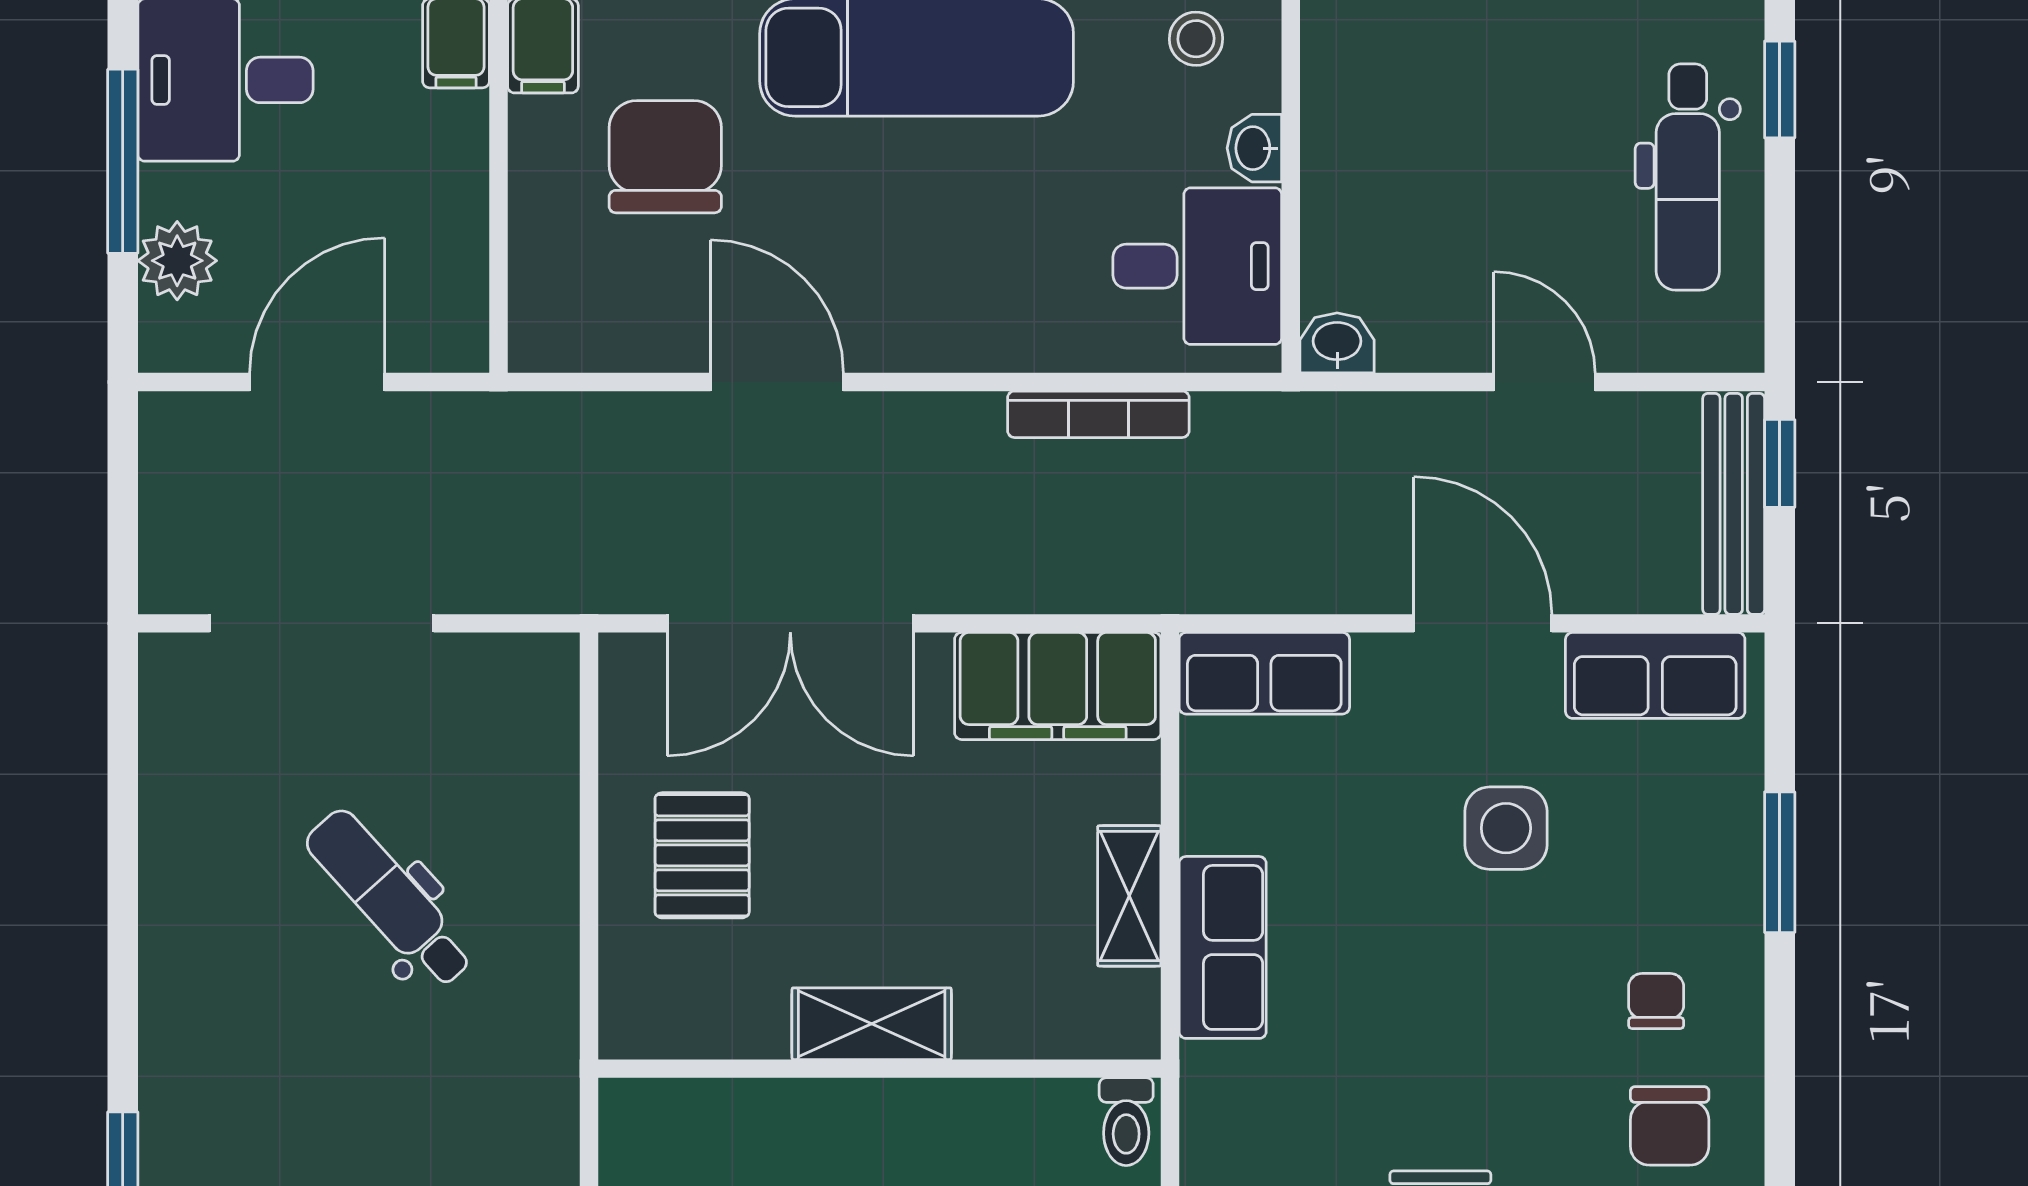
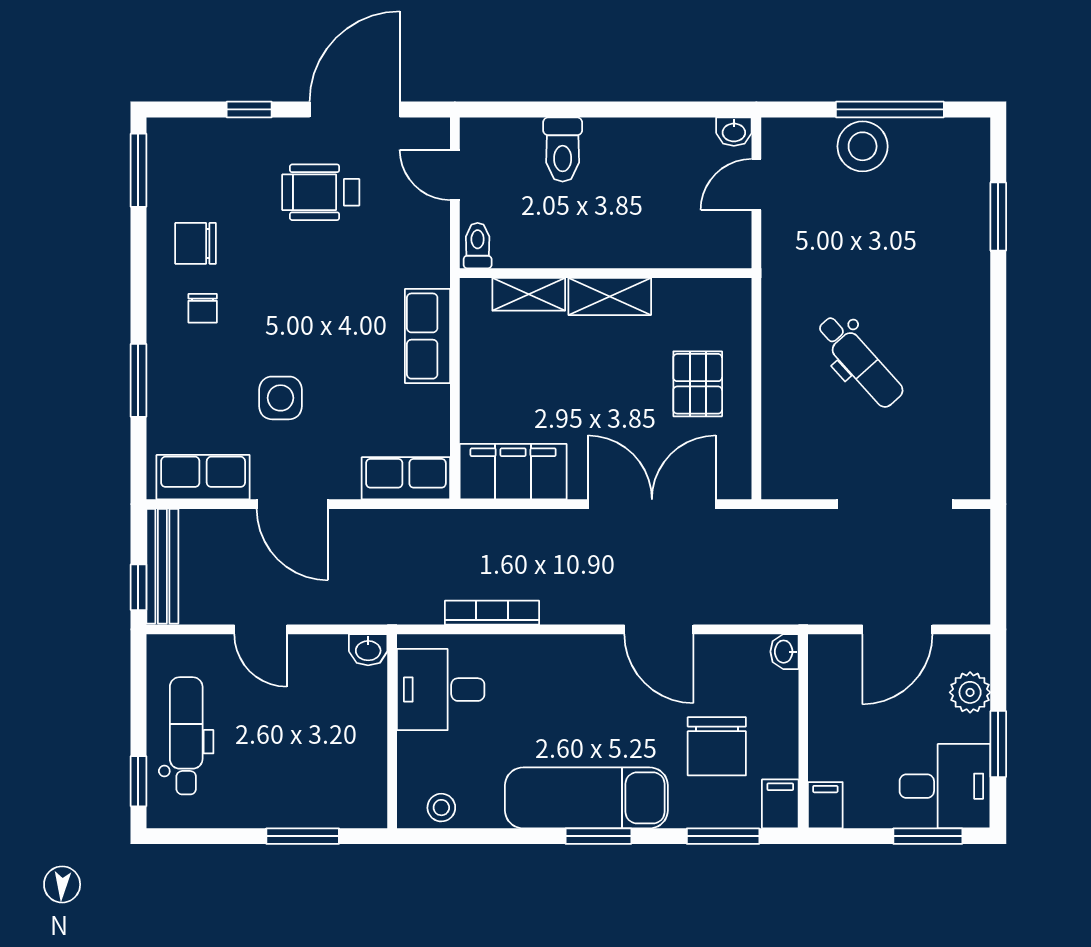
washbasin: (1254, 148) -> (784, 652), moved, turned 180
window: (123, 161) -> (998, 744), width x0.69
shelving: (1129, 896) -> (529, 294), moved, turned 90
chair: (1670, 1126) -> (196, 243), turned -90

